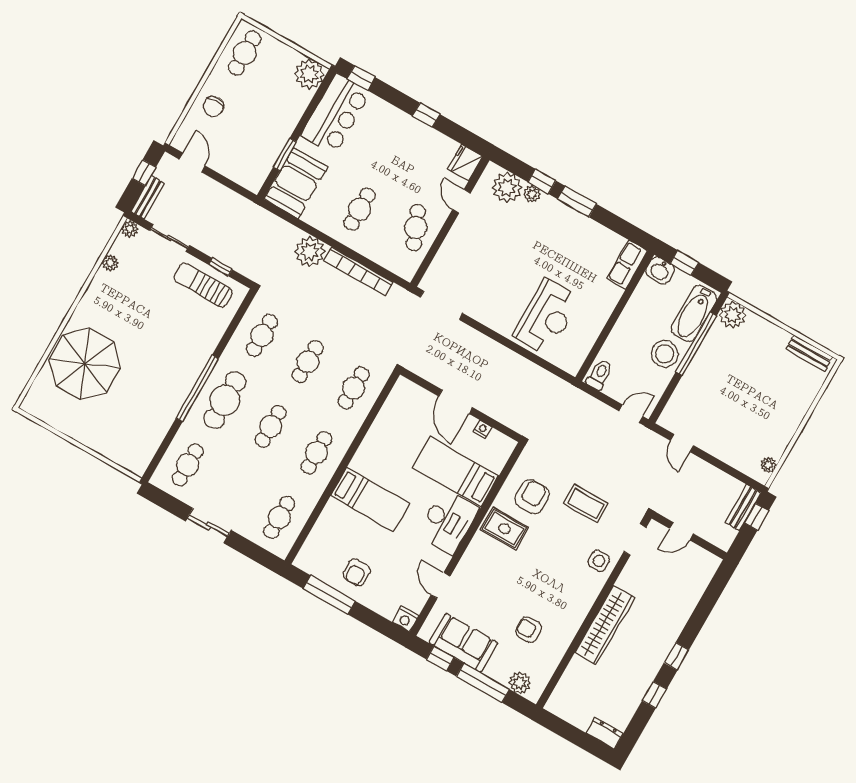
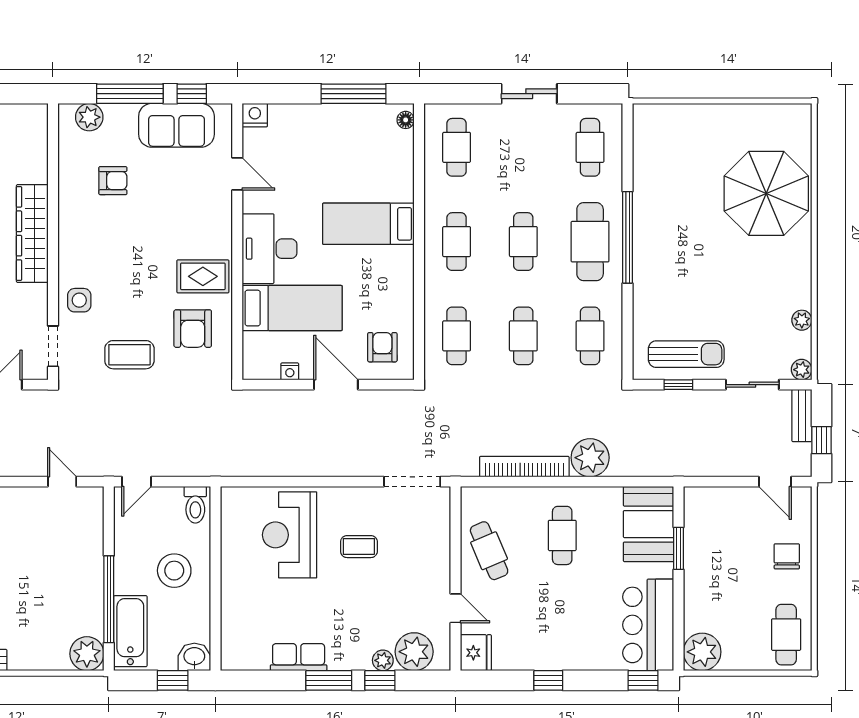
row of seats: (627, 265) -> (299, 657), moved, turned -90
coffee table: (504, 282) -> (359, 547), added
stool: (665, 354) -> (174, 571), moved
floor lamp: (304, 556) -> (406, 120), added
armchair: (357, 573) -> (382, 347), moved

